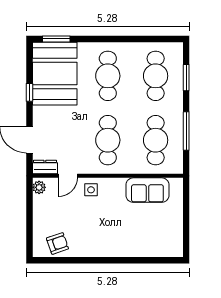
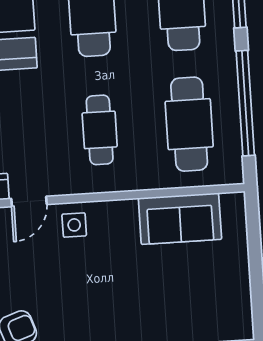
window: (186, 131) -> (245, 103), width x1.46
cafe table: (108, 140) -> (100, 130), width x0.73, depth x0.74

